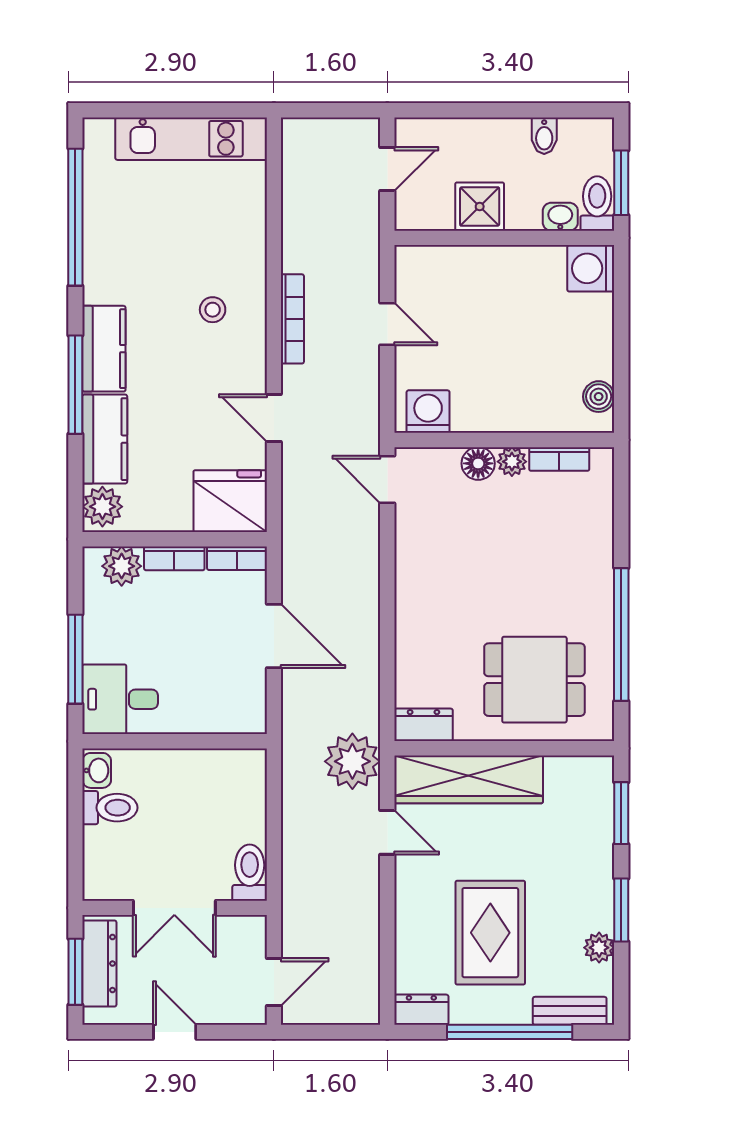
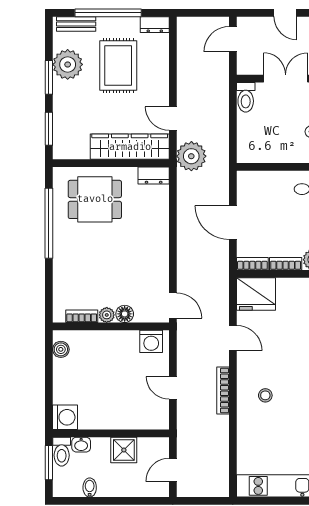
plant: (599, 948) -> (68, 64), width x1.88, depth x1.88

